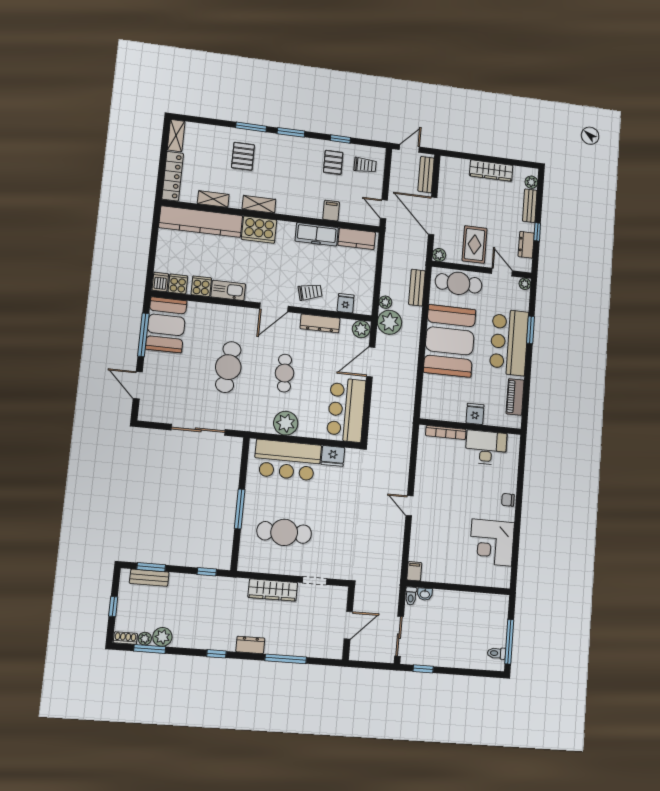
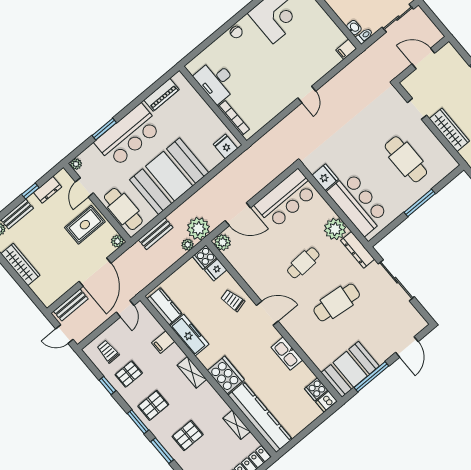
pallet: (292, 155) -> (153, 405), added
shelving: (259, 204) -> (192, 372), moved
cooker: (201, 286) -> (205, 257), moved
dresser: (320, 323) -> (358, 250), moved, turned 180
fridge: (475, 414) -> (225, 146), moved, turned 90

